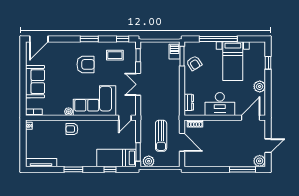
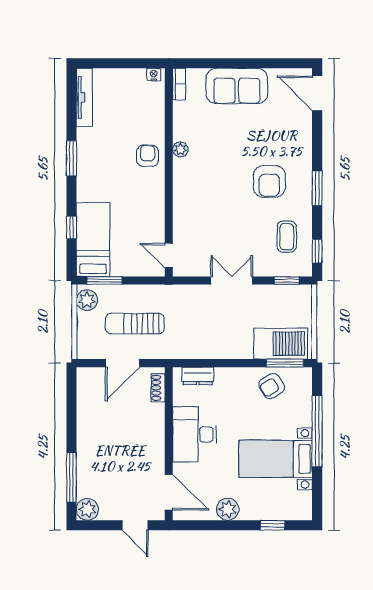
barbecue: (174, 52) -> (281, 344), width x1.88, depth x1.53
corner sofa: (95, 101) -> (201, 198), removed
door: (268, 146) -> (135, 525), moved

